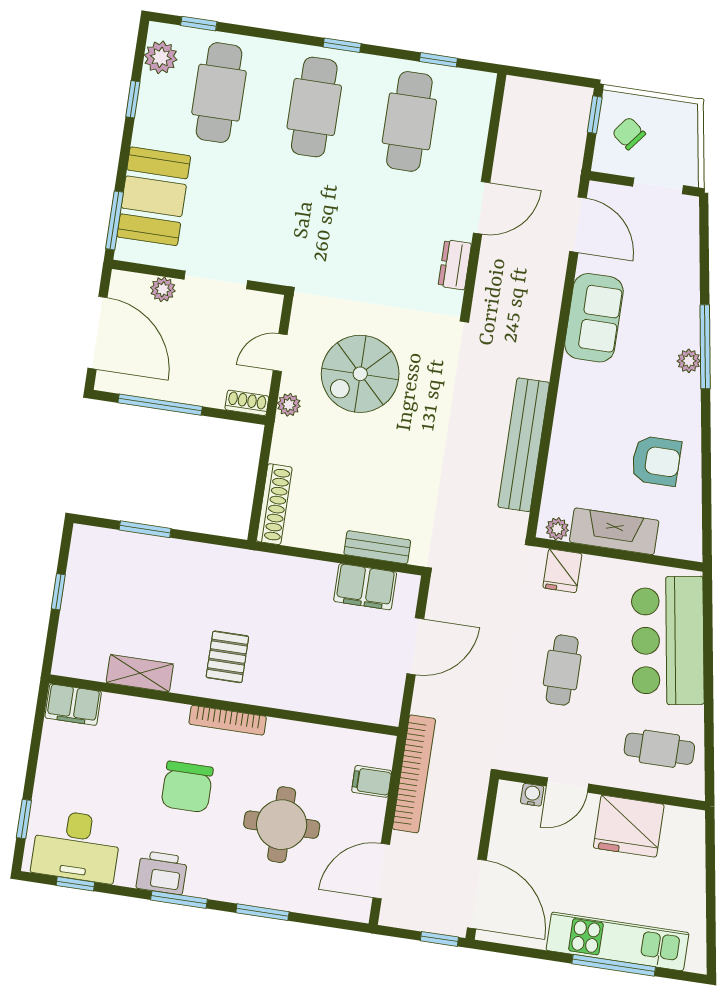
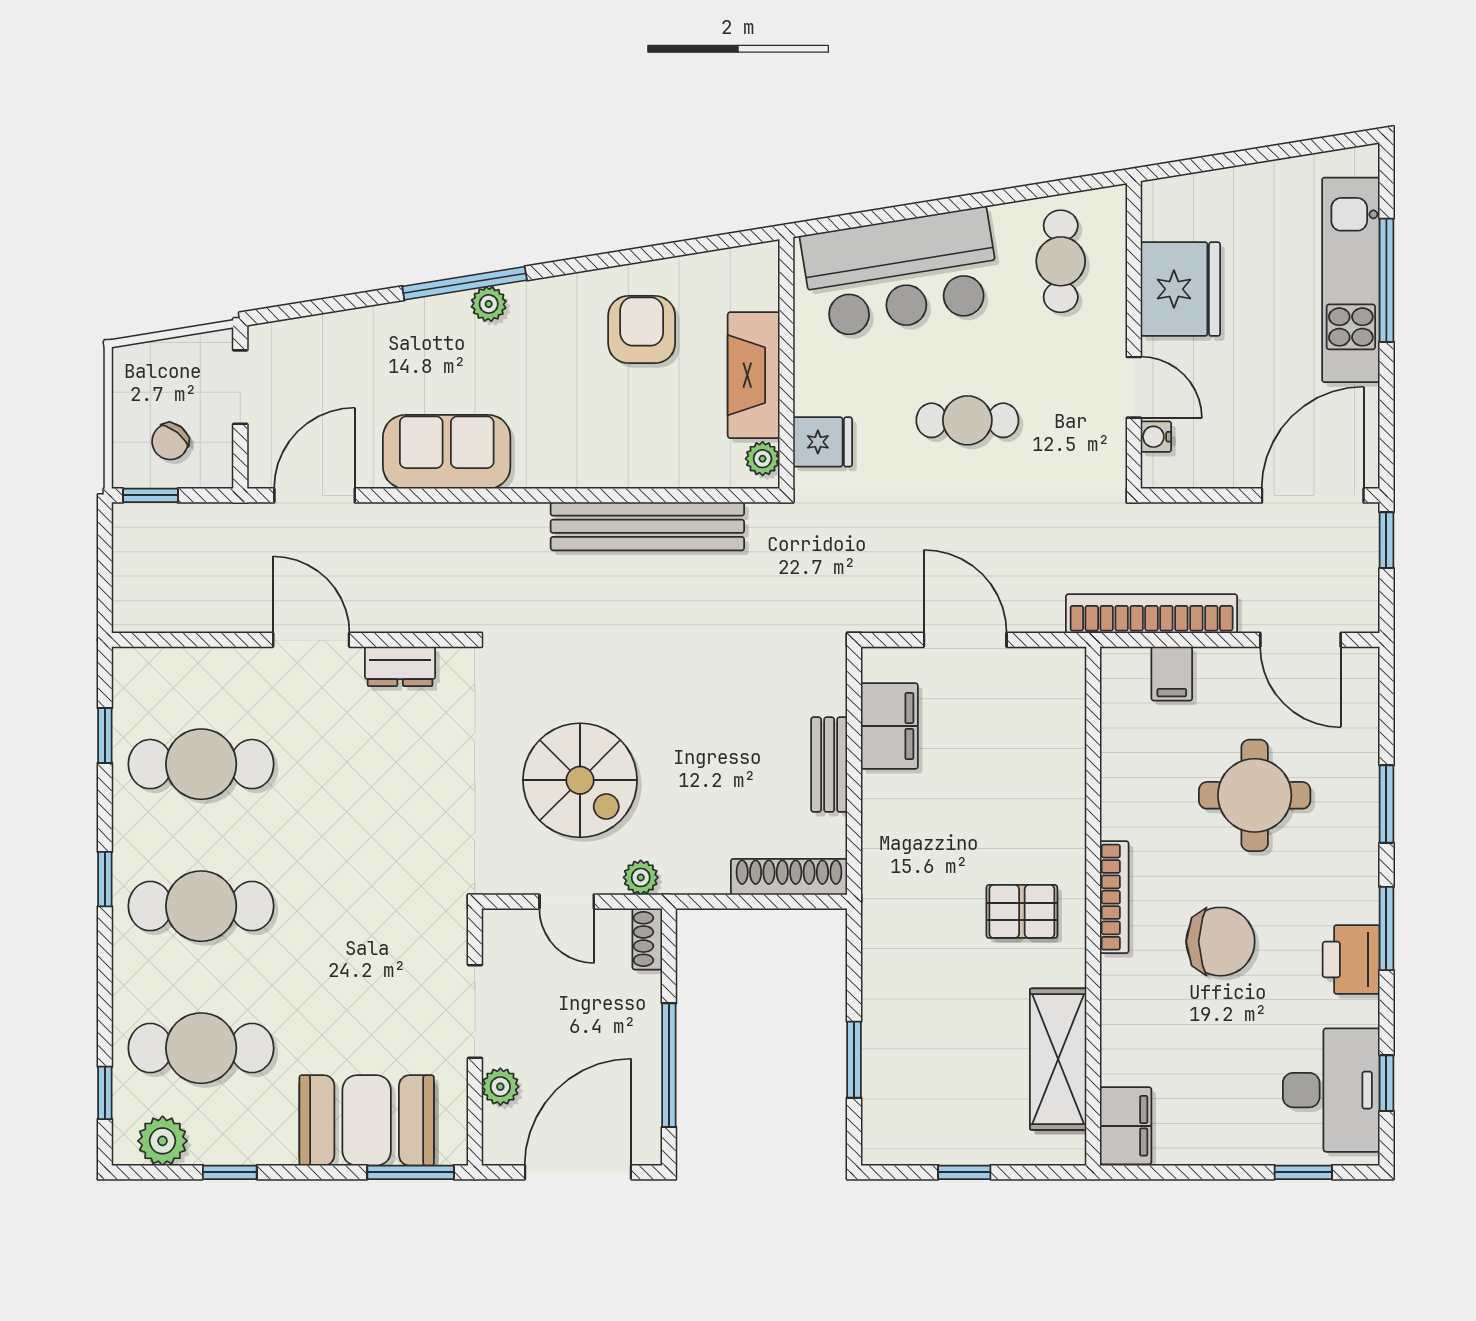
bench: (377, 547) -> (829, 765), moved
shelving: (140, 673) -> (1058, 1059), width x1.50, depth x1.33

